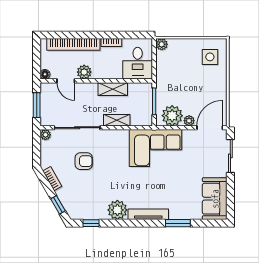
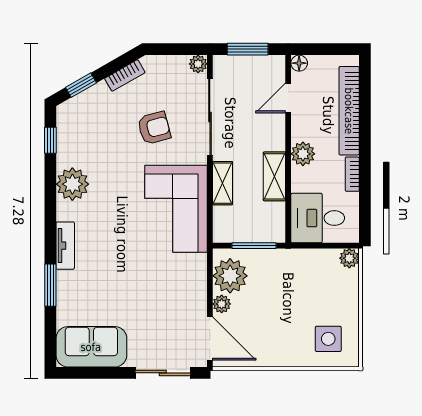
plant: (84, 72) -> (303, 154), moved
corner sofa: (156, 148) -> (176, 209), moved
armchair: (84, 161) -> (154, 128), turned -105
tv unit: (148, 214) -> (65, 246), width x0.71

